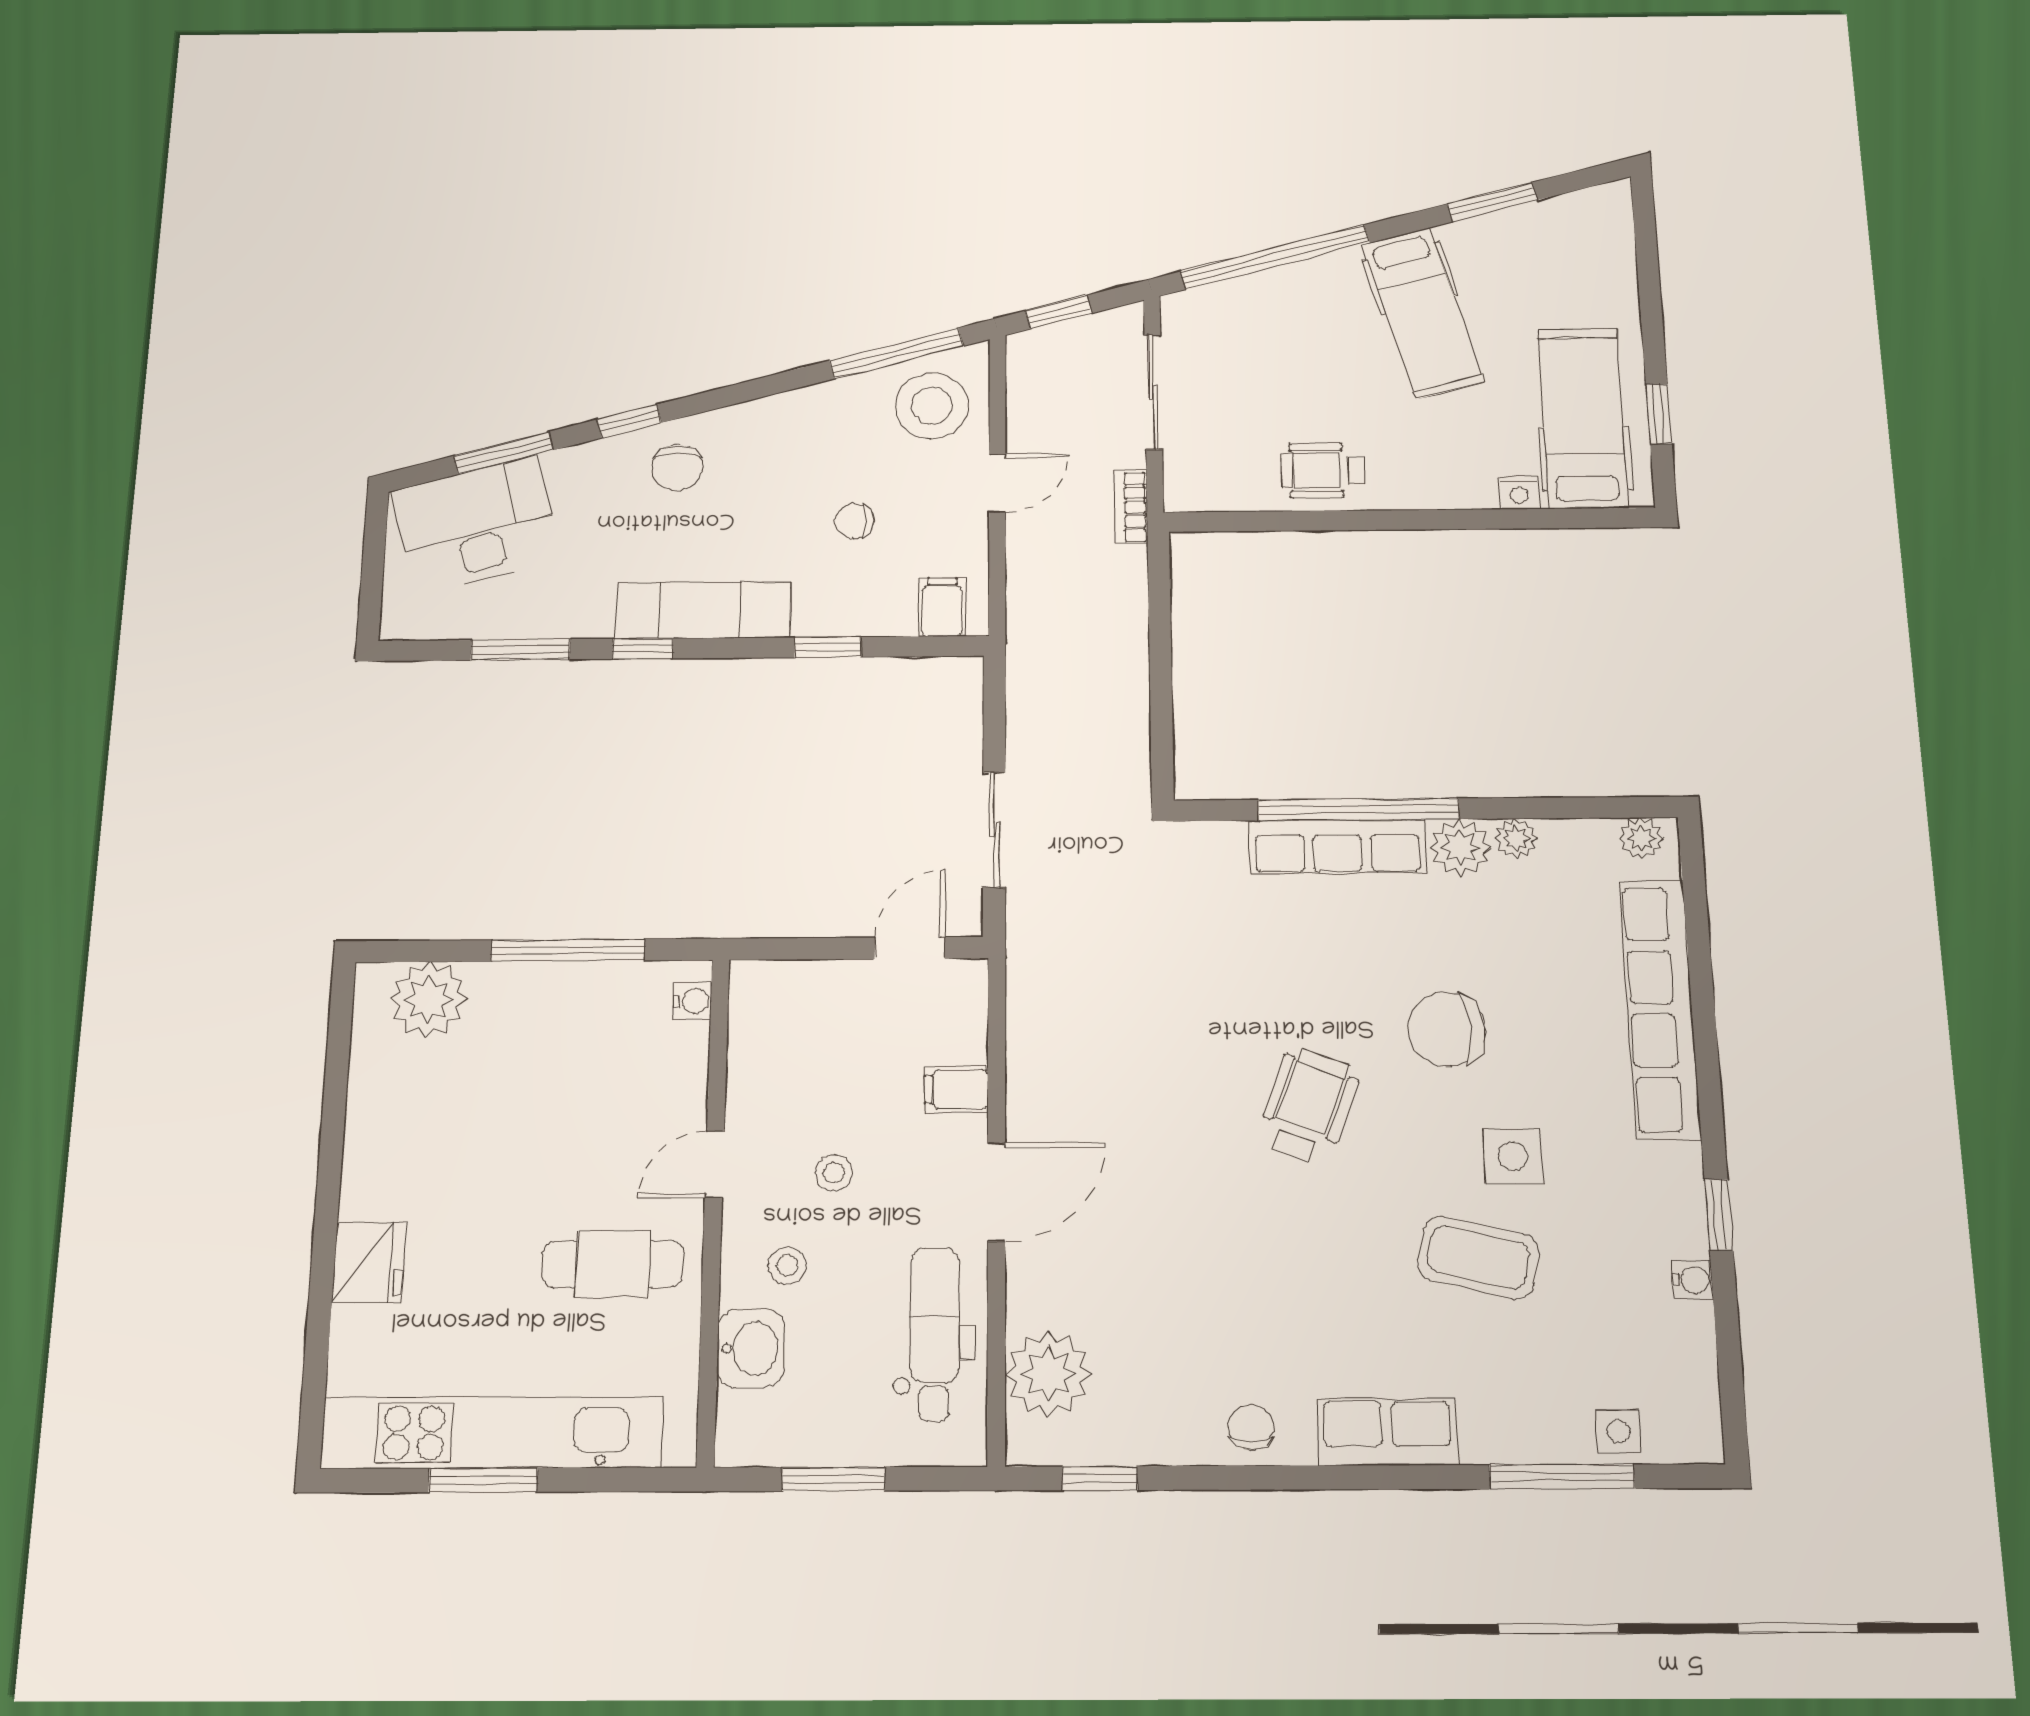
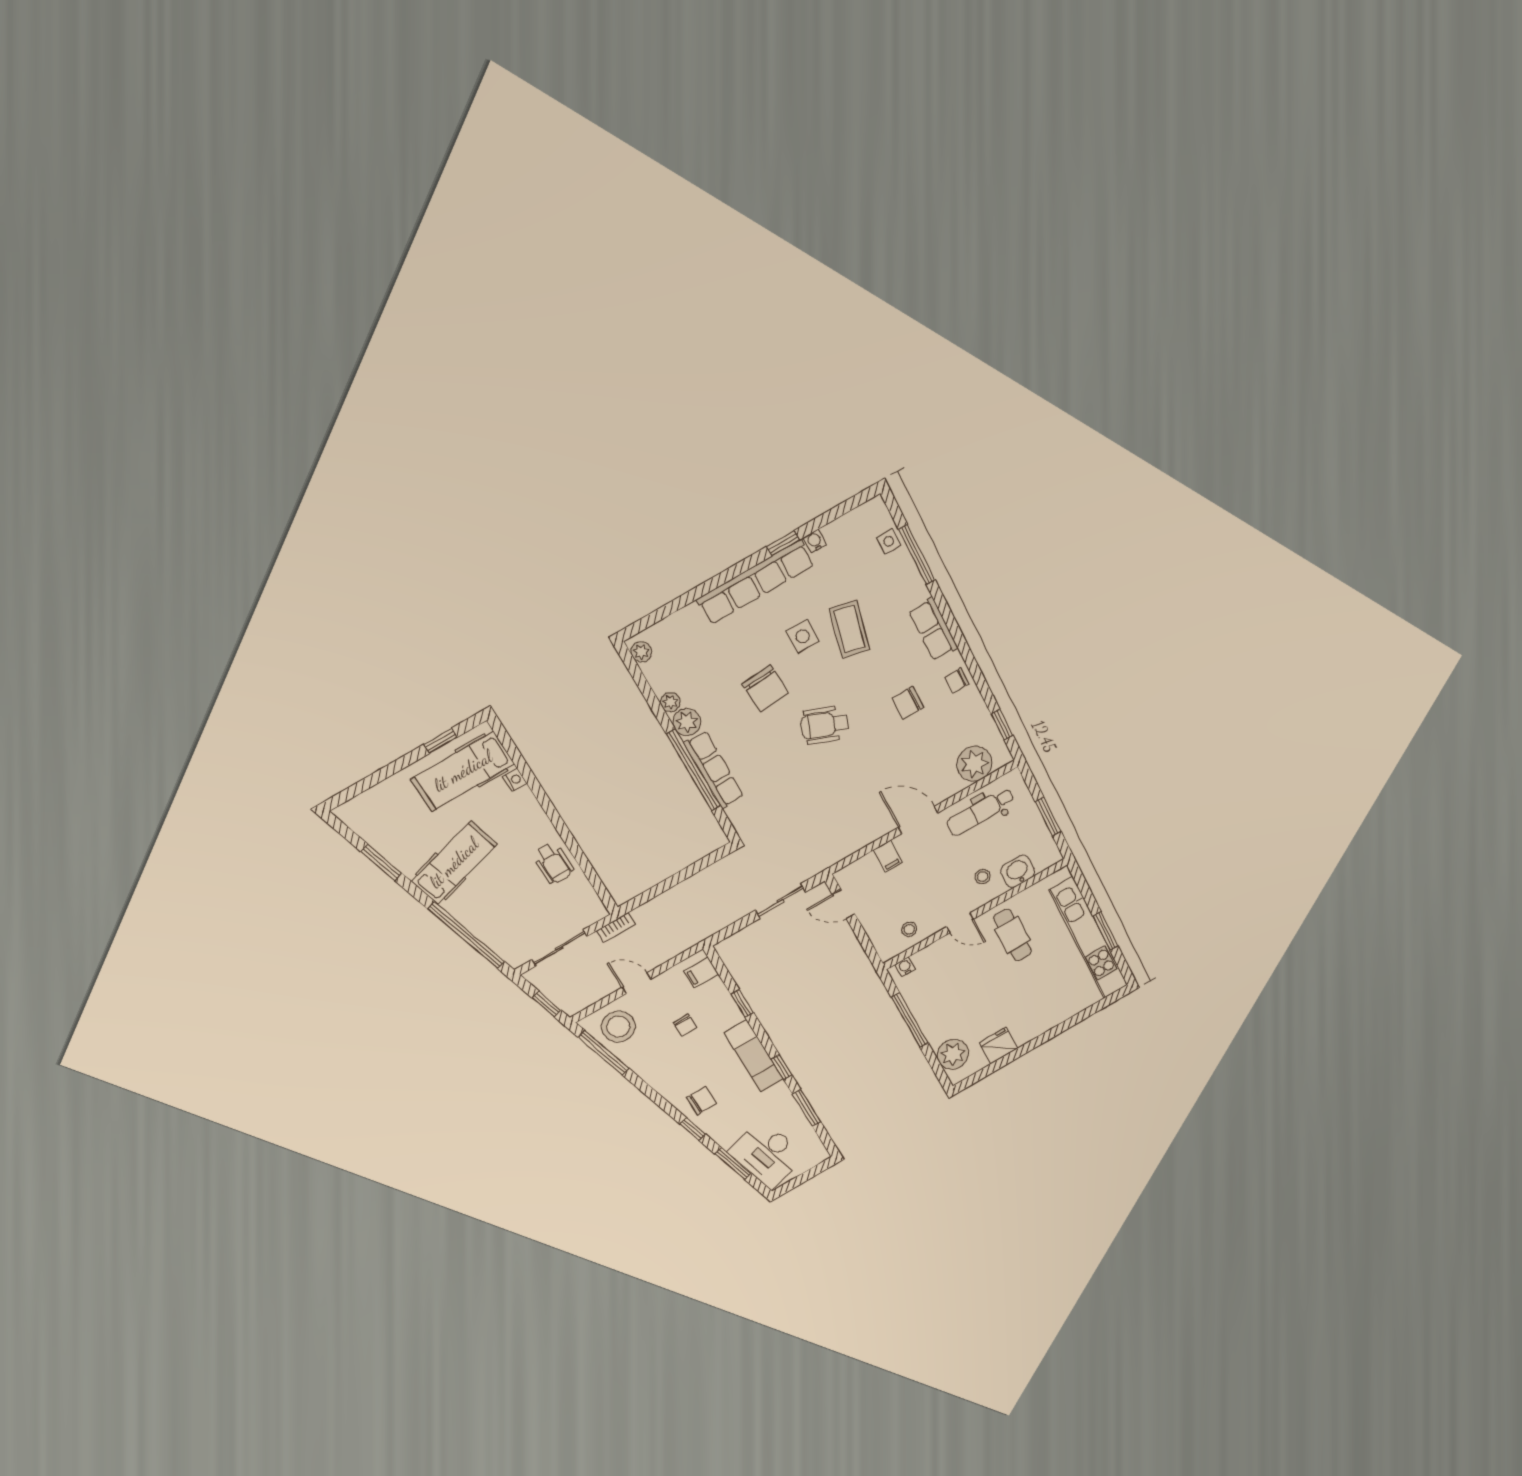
row of seats: (1660, 1008) -> (756, 582), moved
stool: (834, 1173) -> (909, 929), moved
fridge: (369, 1262) -> (998, 1046), moved
chair: (1260, 1298) -> (908, 703), added

